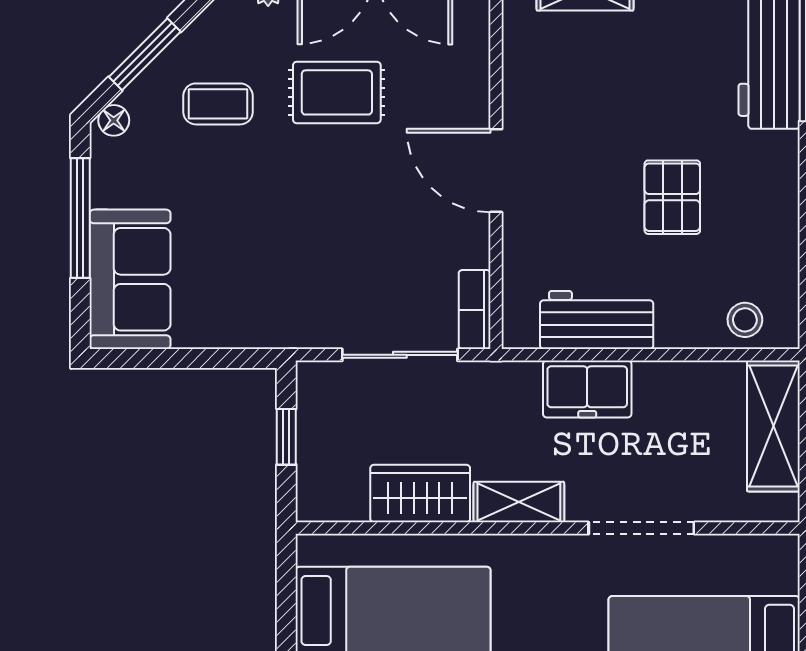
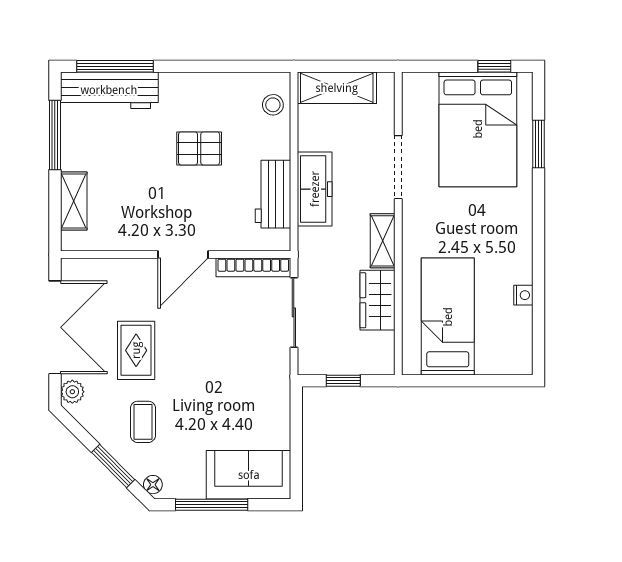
bookcase: (475, 310) -> (253, 267), width x1.56
freezer: (587, 389) -> (315, 189), width x1.40

